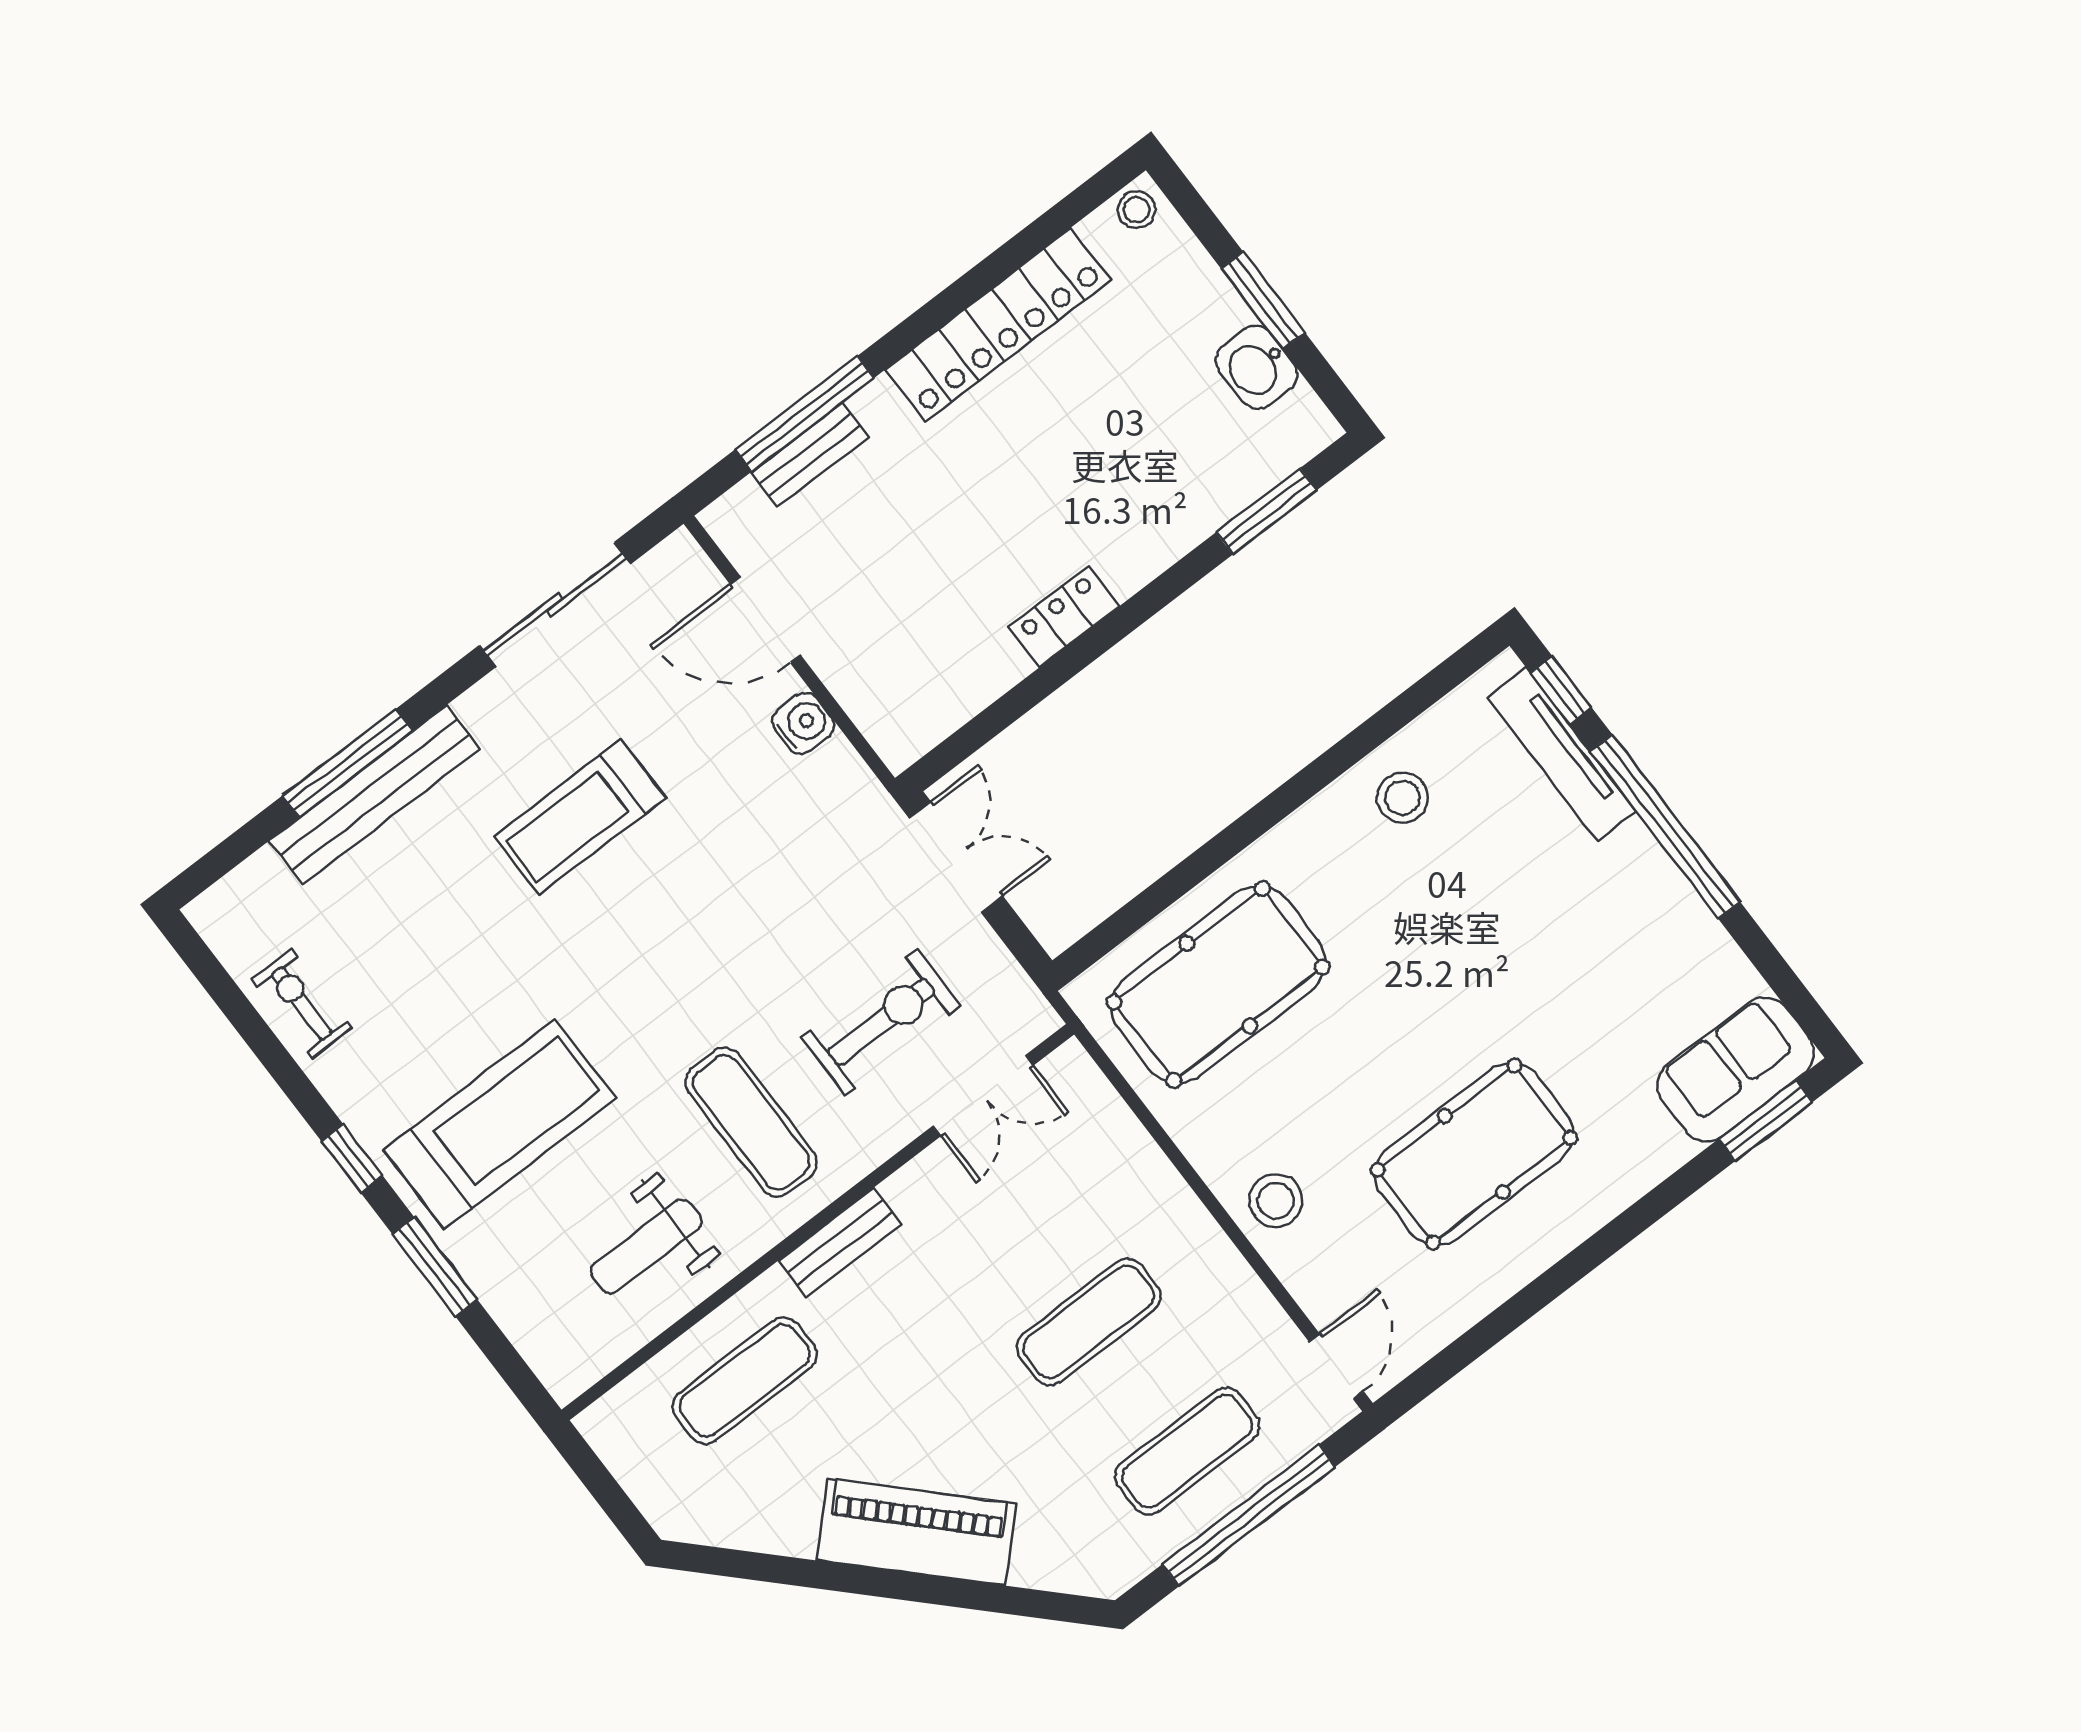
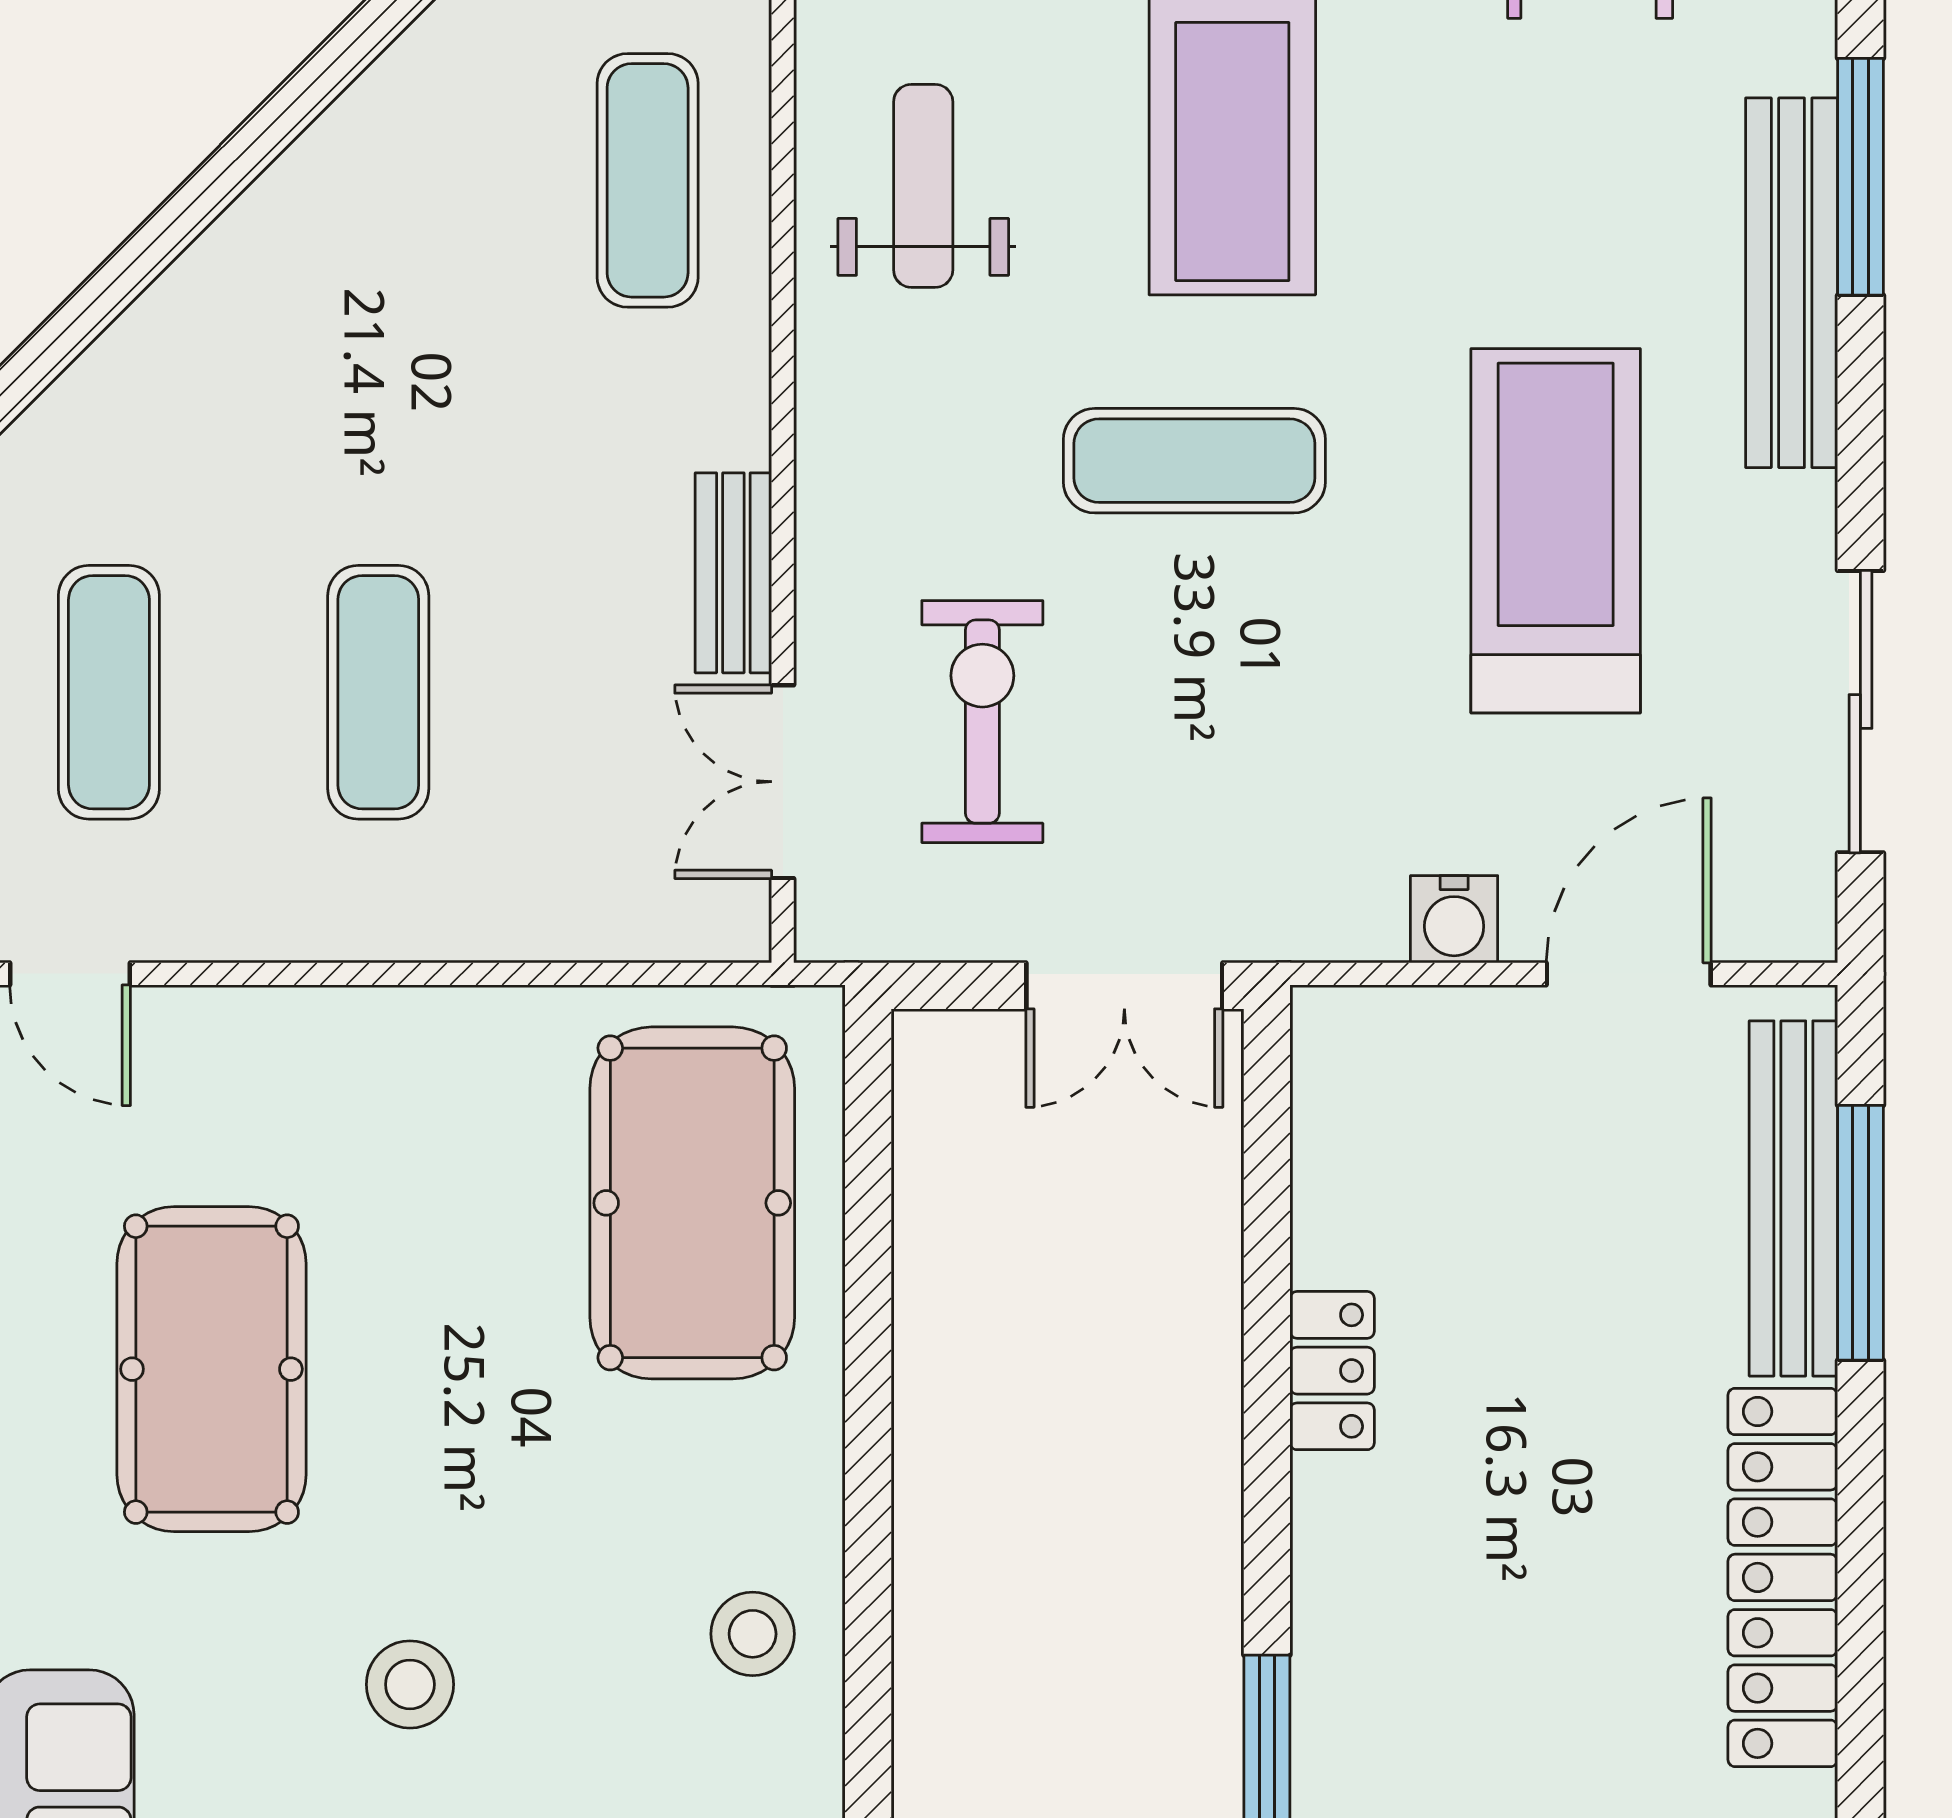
bench: (810, 455) -> (1793, 1198), width x1.86, depth x1.21
window: (347, 763) -> (1860, 177), moved
treadmill: (580, 817) -> (1556, 531), width x1.37, depth x1.38
exercise bike: (881, 1022) -> (982, 722), turned 180
exercise mat: (751, 1122) -> (1194, 461), moved
stool: (1276, 1201) -> (410, 1684), moved
bench: (840, 1242) -> (733, 573), moved
piano: (916, 1532) -> (275, 254), removed

